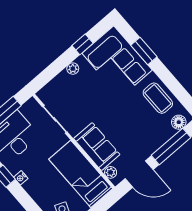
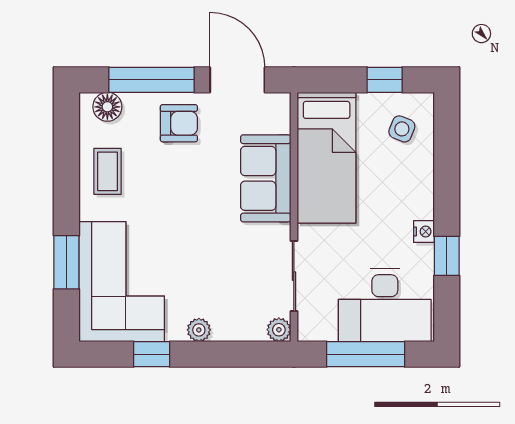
coffee table: (158, 98) -> (108, 171), width x0.73, depth x0.77
armchair: (147, 139) -> (179, 123), added
plant: (111, 172) -> (279, 330), moved

